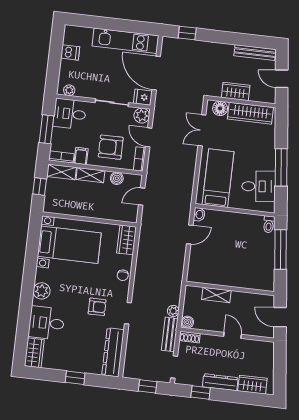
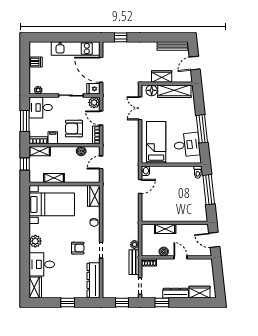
door: (282, 79) -> (195, 63), hinge flipped
shelving: (90, 175) -> (54, 178), moved
boiler: (187, 322) -> (164, 252), moved

